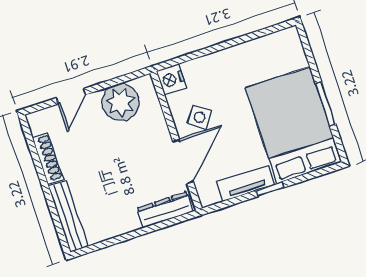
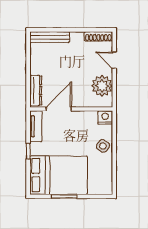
side table: (199, 117) -> (103, 146), moved
shoe rack: (48, 159) -> (98, 36), moved
door: (183, 161) -> (59, 109), swing flipped
tv unit: (246, 183) -> (36, 126), moved

